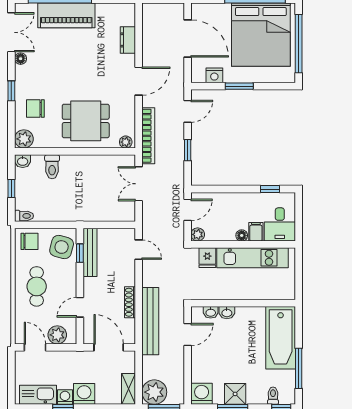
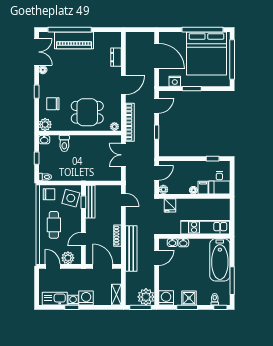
kitchen unit: (253, 258) -> (205, 227), moved, turned 180
plant: (154, 392) -> (146, 297), moved

